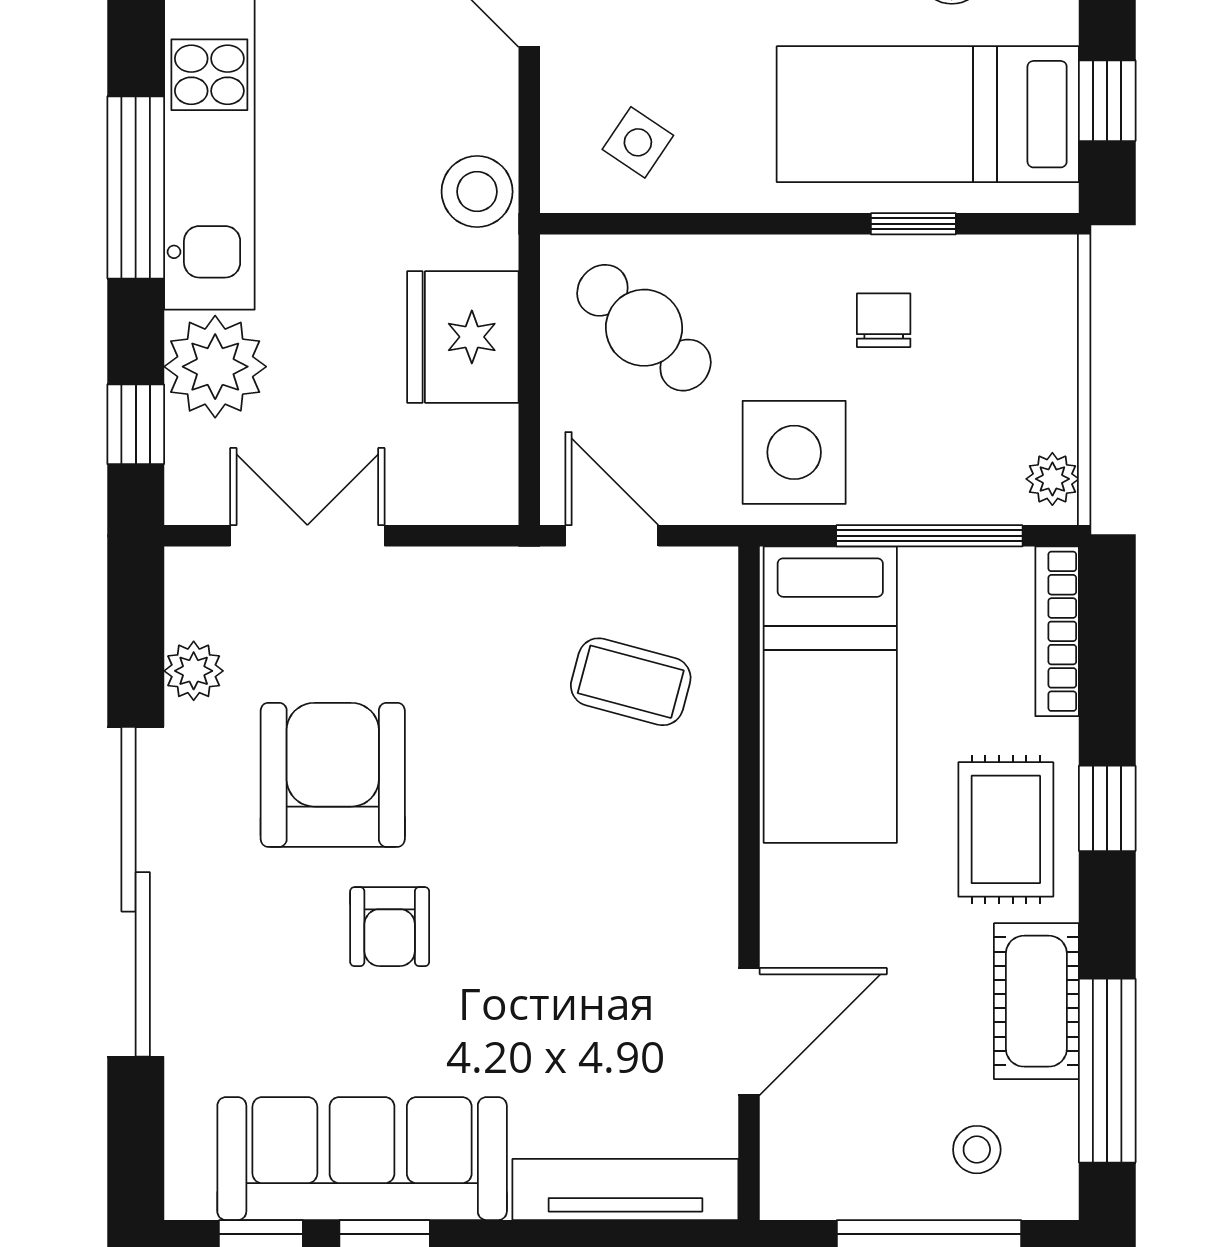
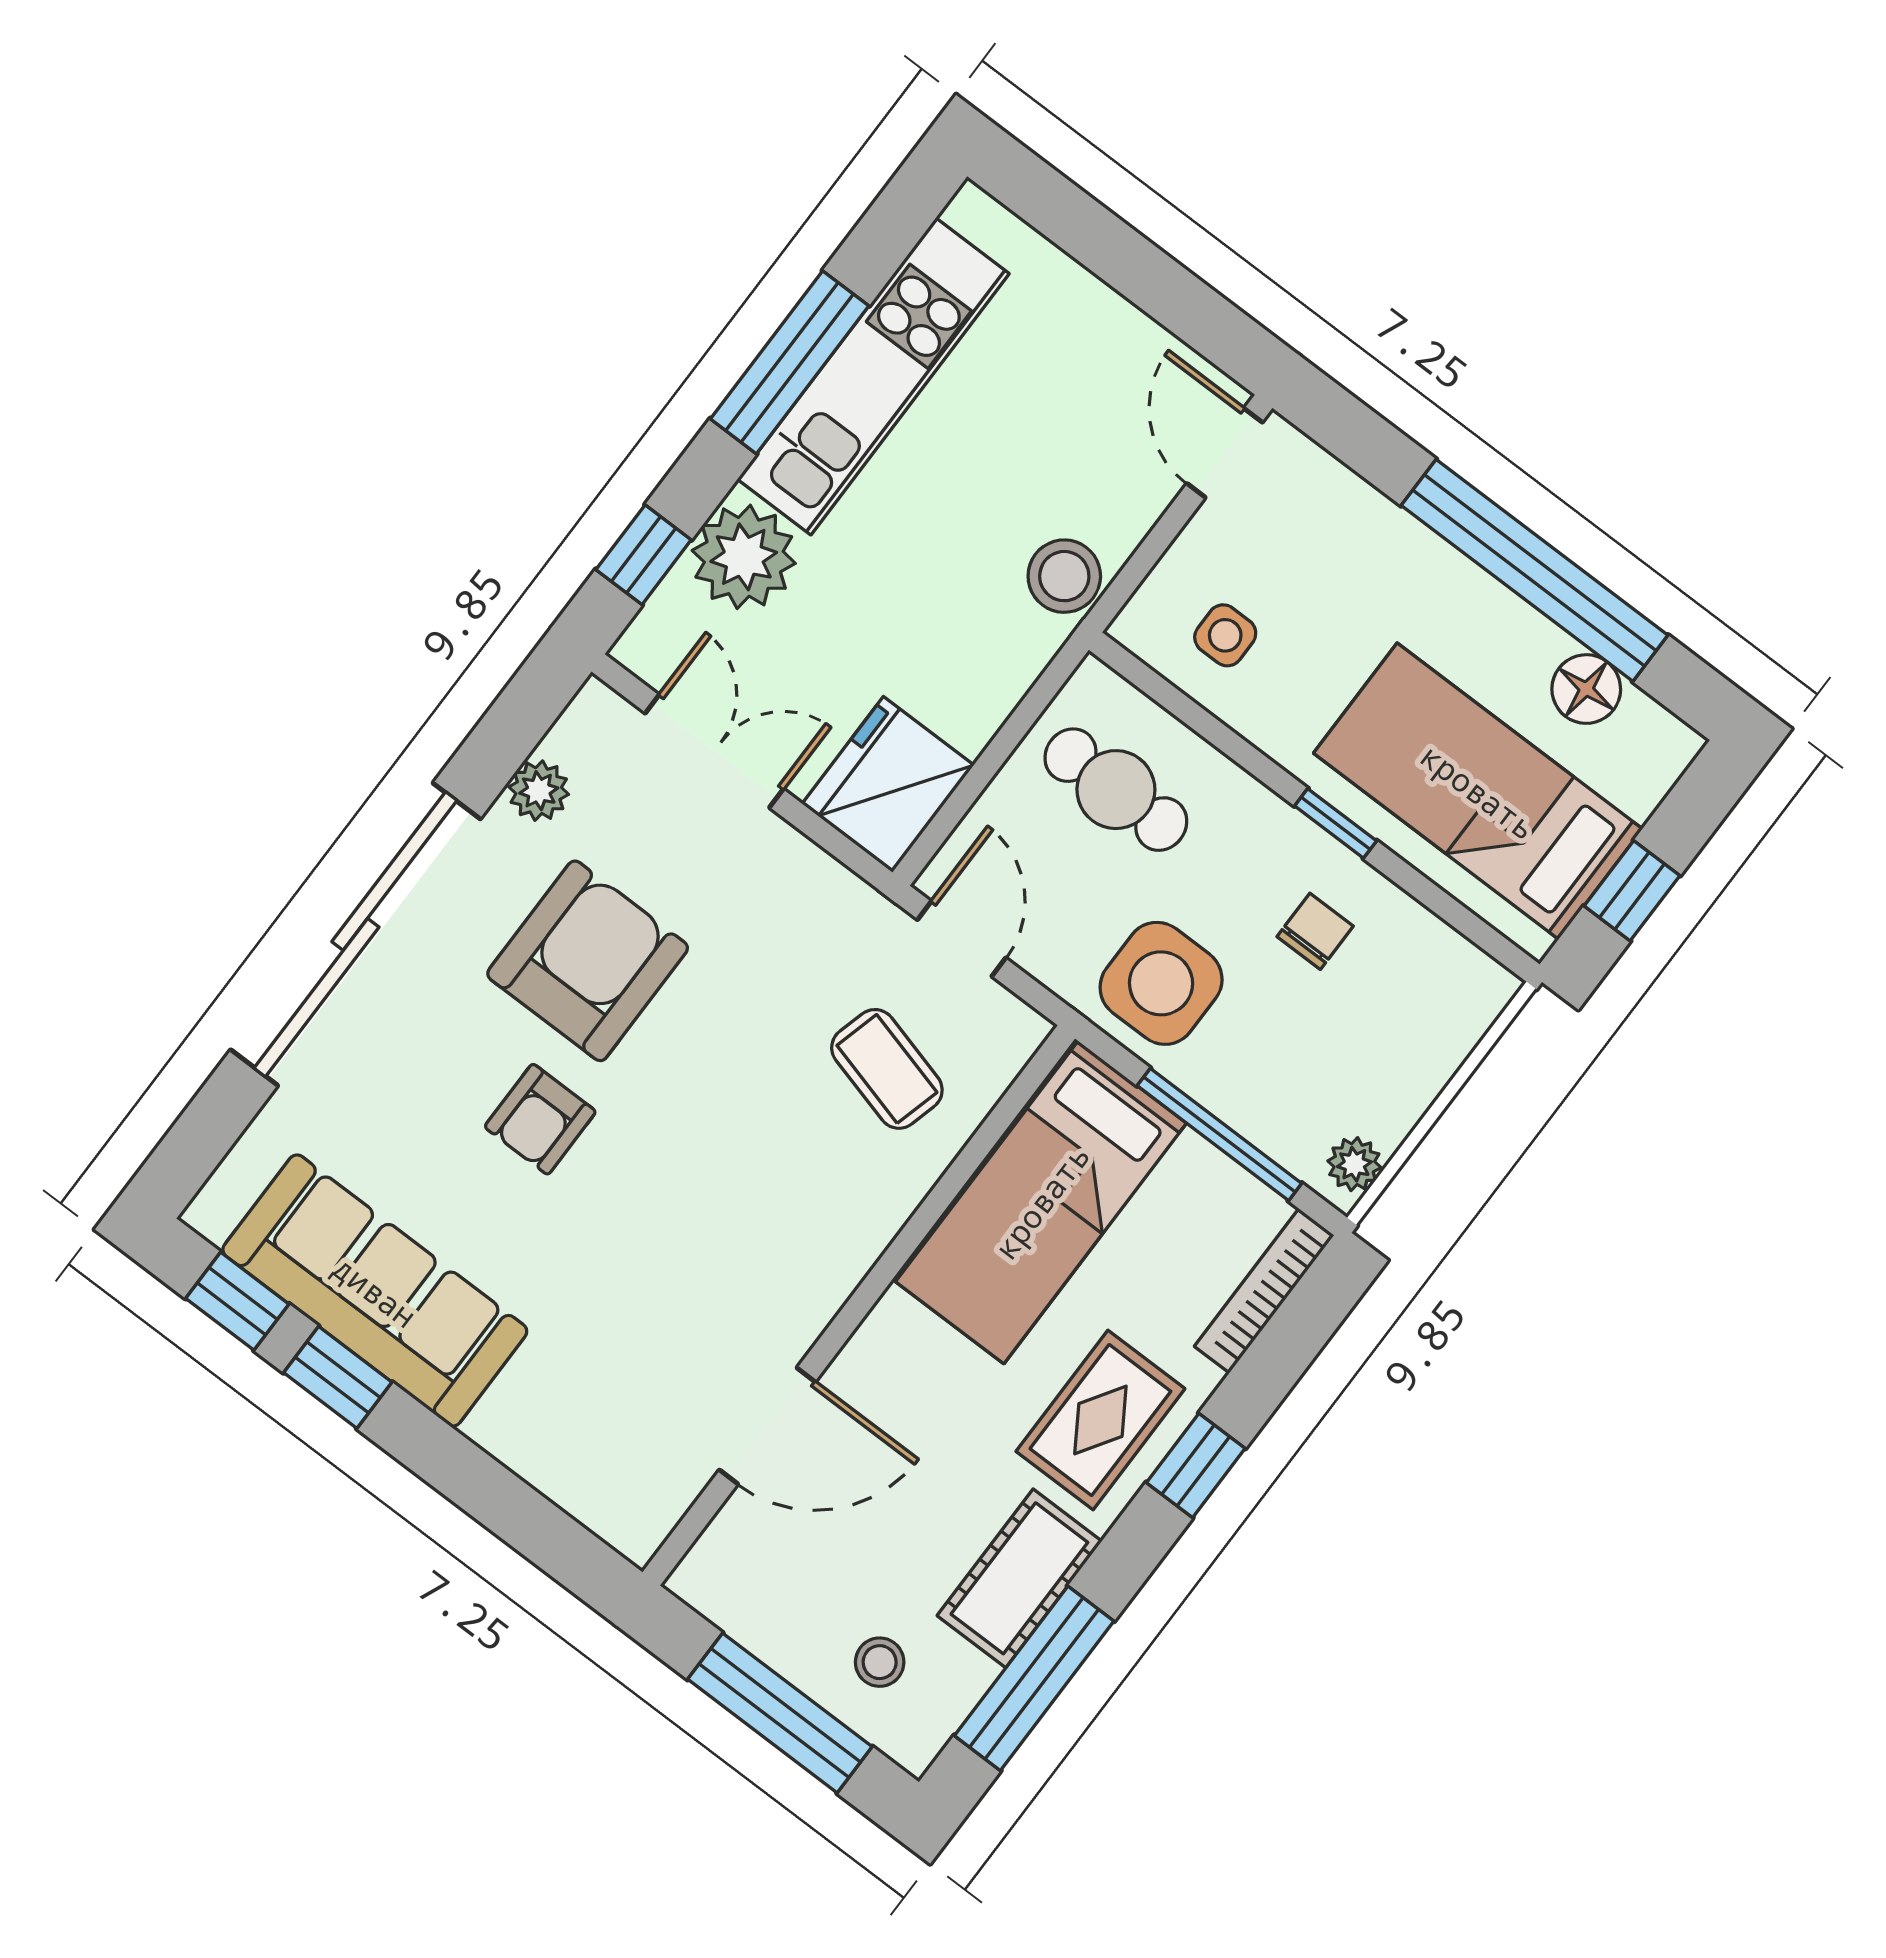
side table: (638, 142) -> (1225, 635), turned -34
window: (913, 224) -> (1336, 823), moved
cafe table: (644, 328) -> (1116, 790), turned -42
fridge: (463, 337) -> (888, 784), moved
tv unit: (625, 1189) -> (570, 1478), removed

